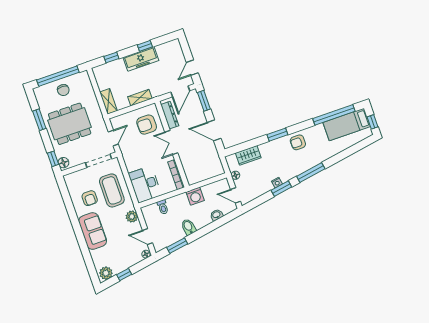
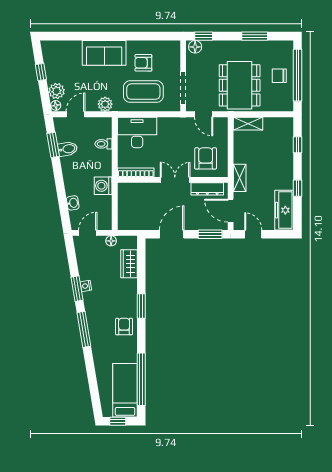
freezer: (141, 59) -> (284, 210), moved
shelving: (140, 98) -> (240, 178), moved
dining table: (70, 124) -> (240, 85), moved
bidet: (188, 227) -> (68, 149), moved
plant: (106, 273) -> (57, 91), moved

